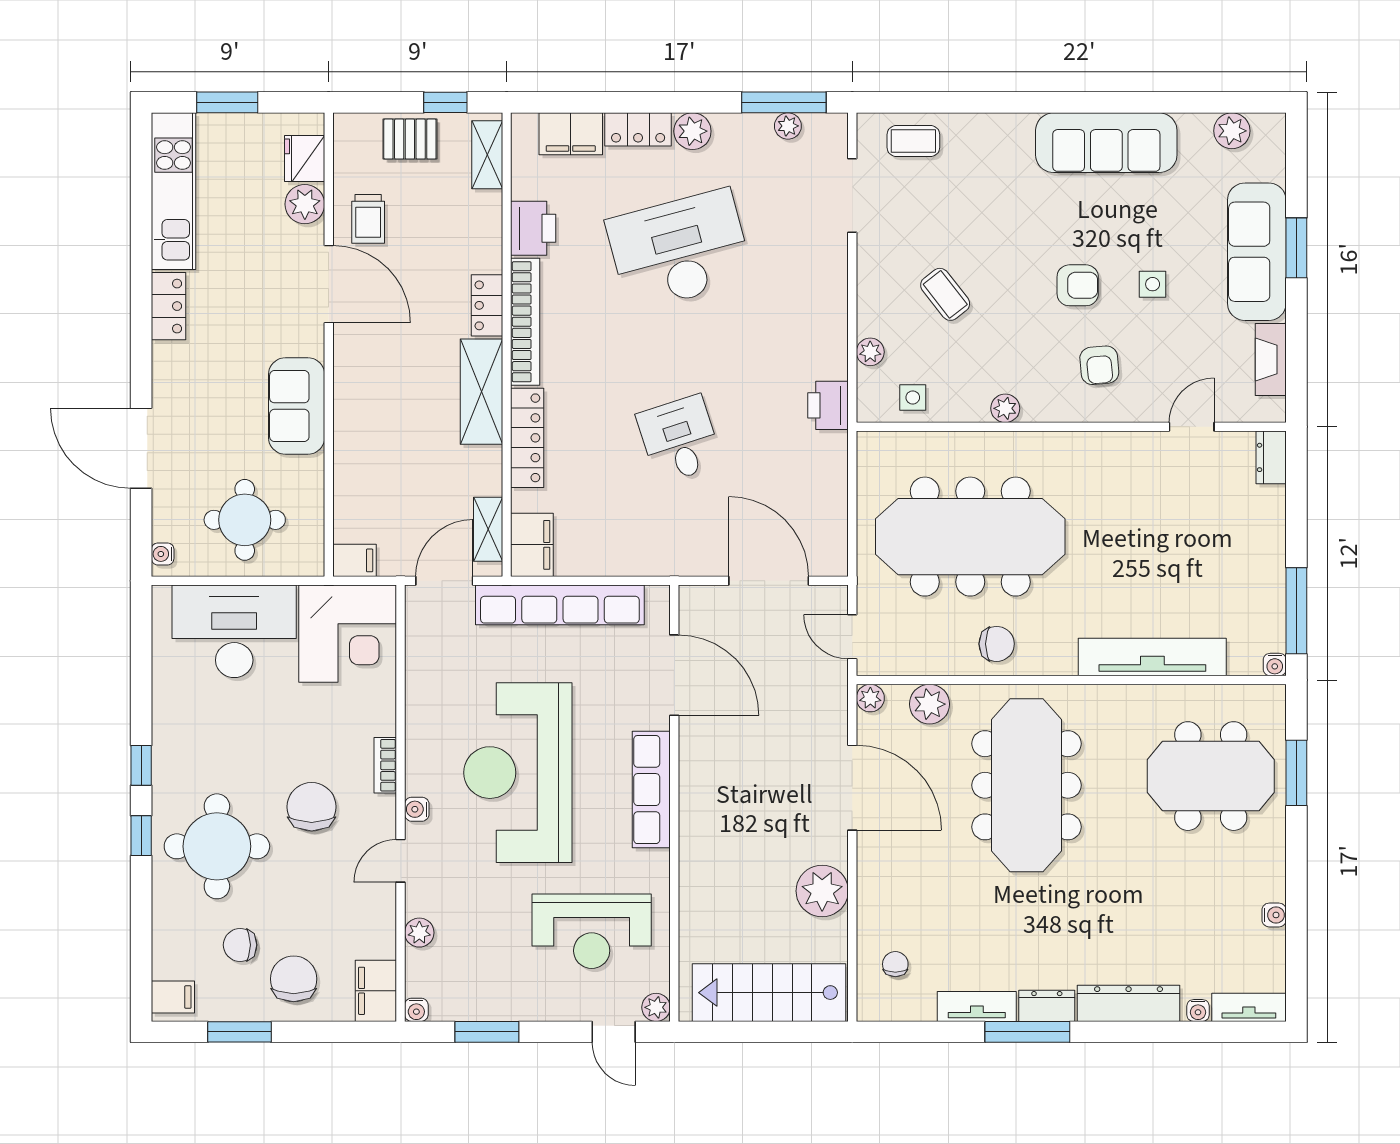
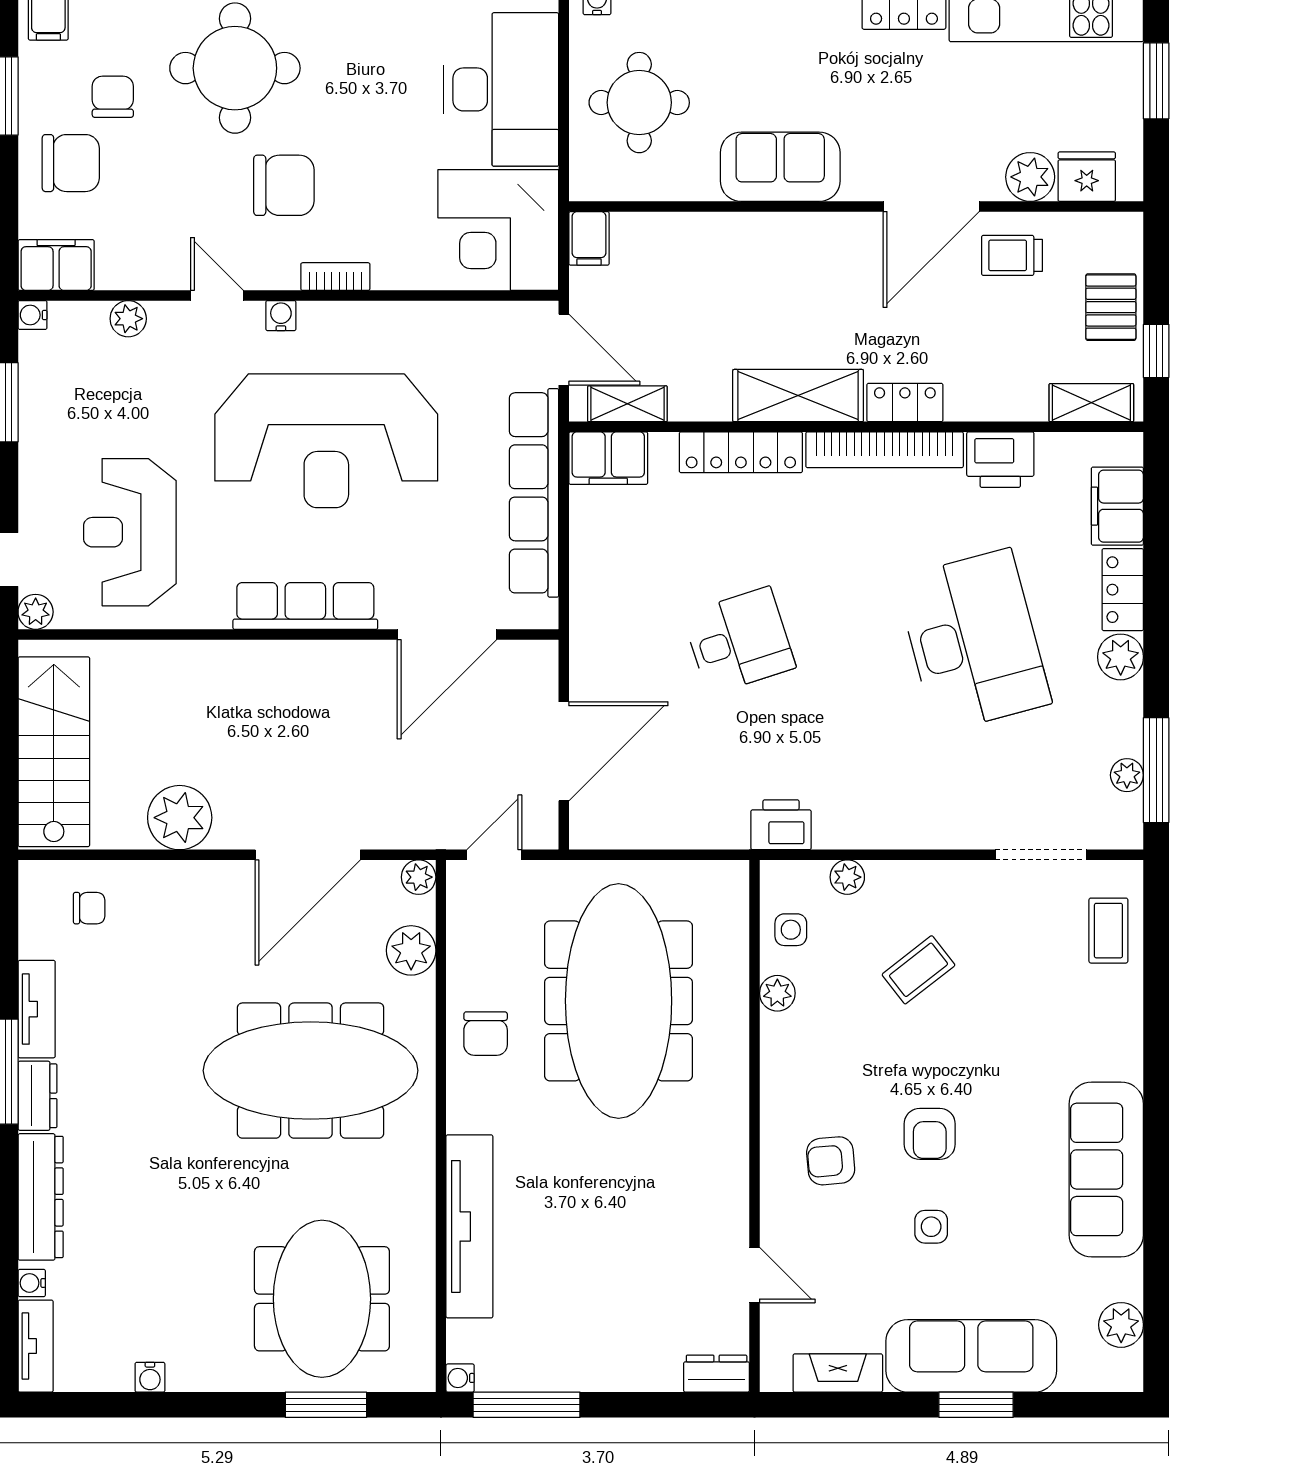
plant: (1005, 408) -> (777, 993), moved
reception desk: (518, 773) -> (326, 441), turned 180

